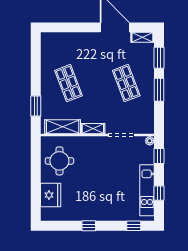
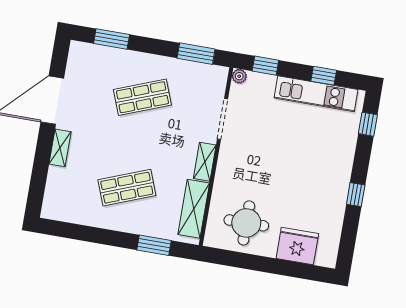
shelving: (142, 37) -> (60, 148), moved
window: (159, 90) -> (196, 54), moved

